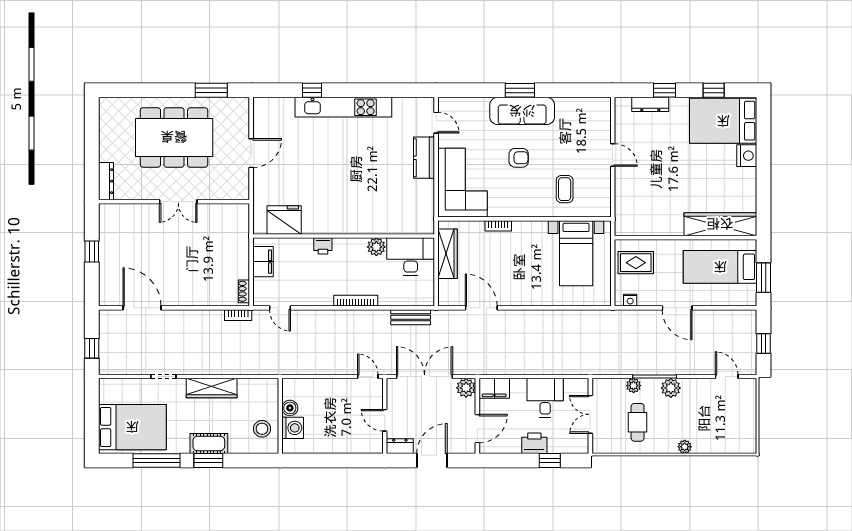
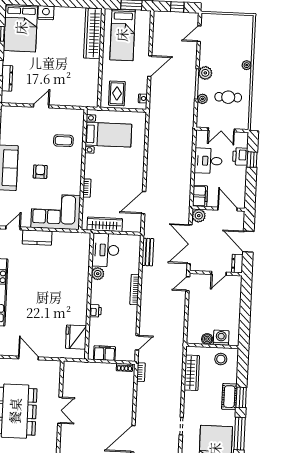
wardrobe: (212, 388) -> (192, 373), moved
printer: (534, 443) -> (240, 156), moved

